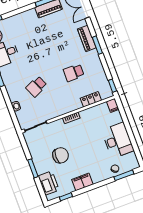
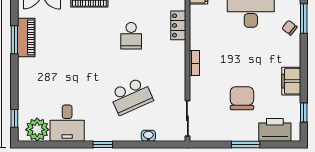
school desk: (36, 87) -> (131, 96), width x1.85

